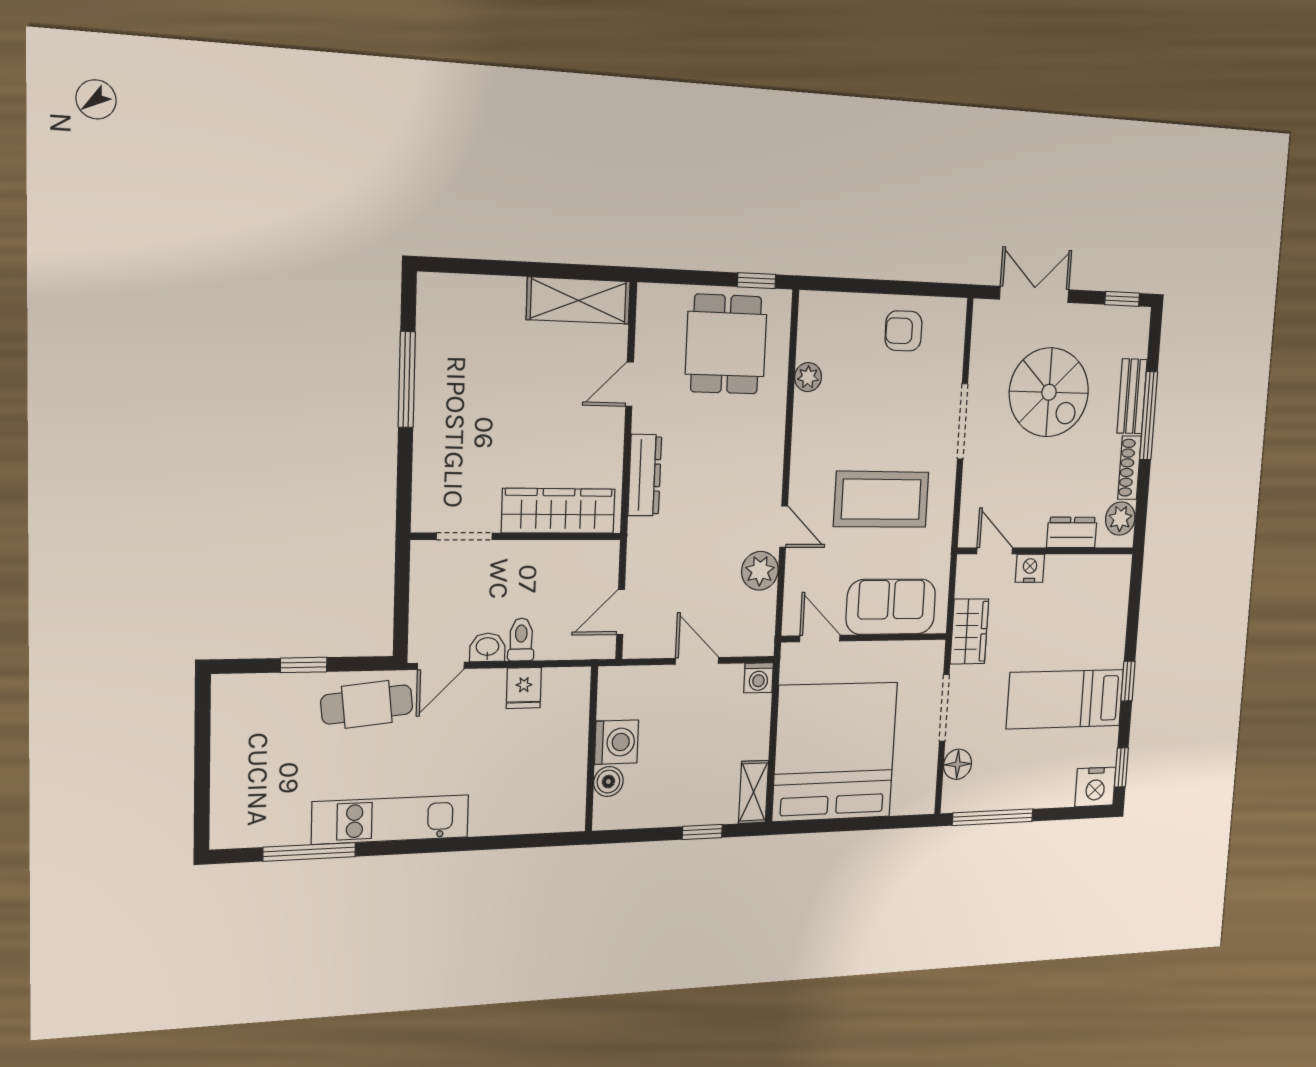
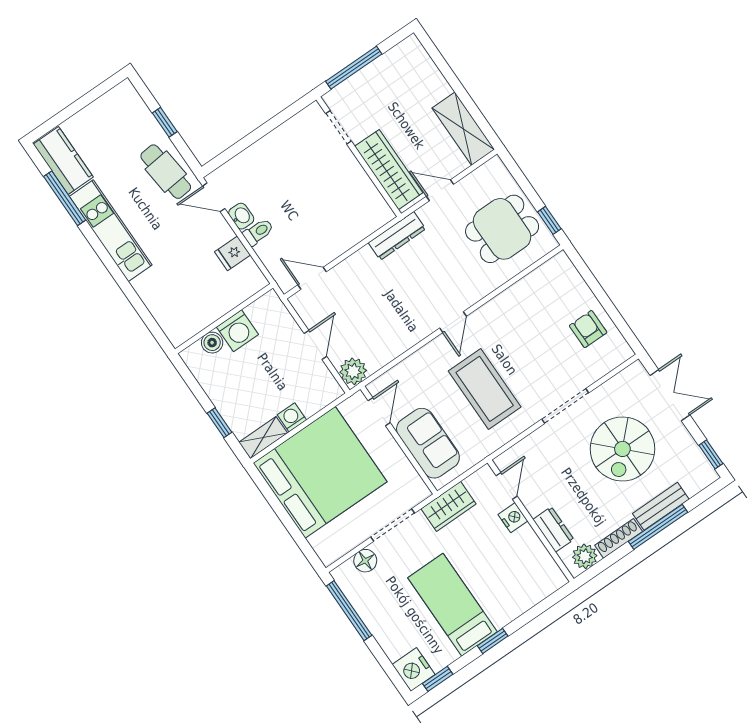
plant: (808, 377) -> (520, 291), removed
wardrobe: (558, 511) -> (389, 170), moved
door: (784, 527) -> (453, 322), moved
doorway: (464, 536) -> (339, 127), moved
wall: (517, 536) -> (359, 157), moved
plant: (760, 571) -> (353, 371), moved
washing machine: (759, 678) -> (292, 417), moved, turned 90
kitchen counter: (260, 824) -> (63, 161), added

